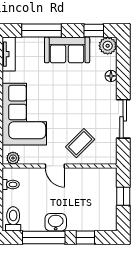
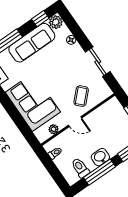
sofa: (67, 50) -> (32, 43), width x1.36
plant: (13, 158) -> (54, 129), moved
toilet: (13, 219) -> (80, 168), moved

